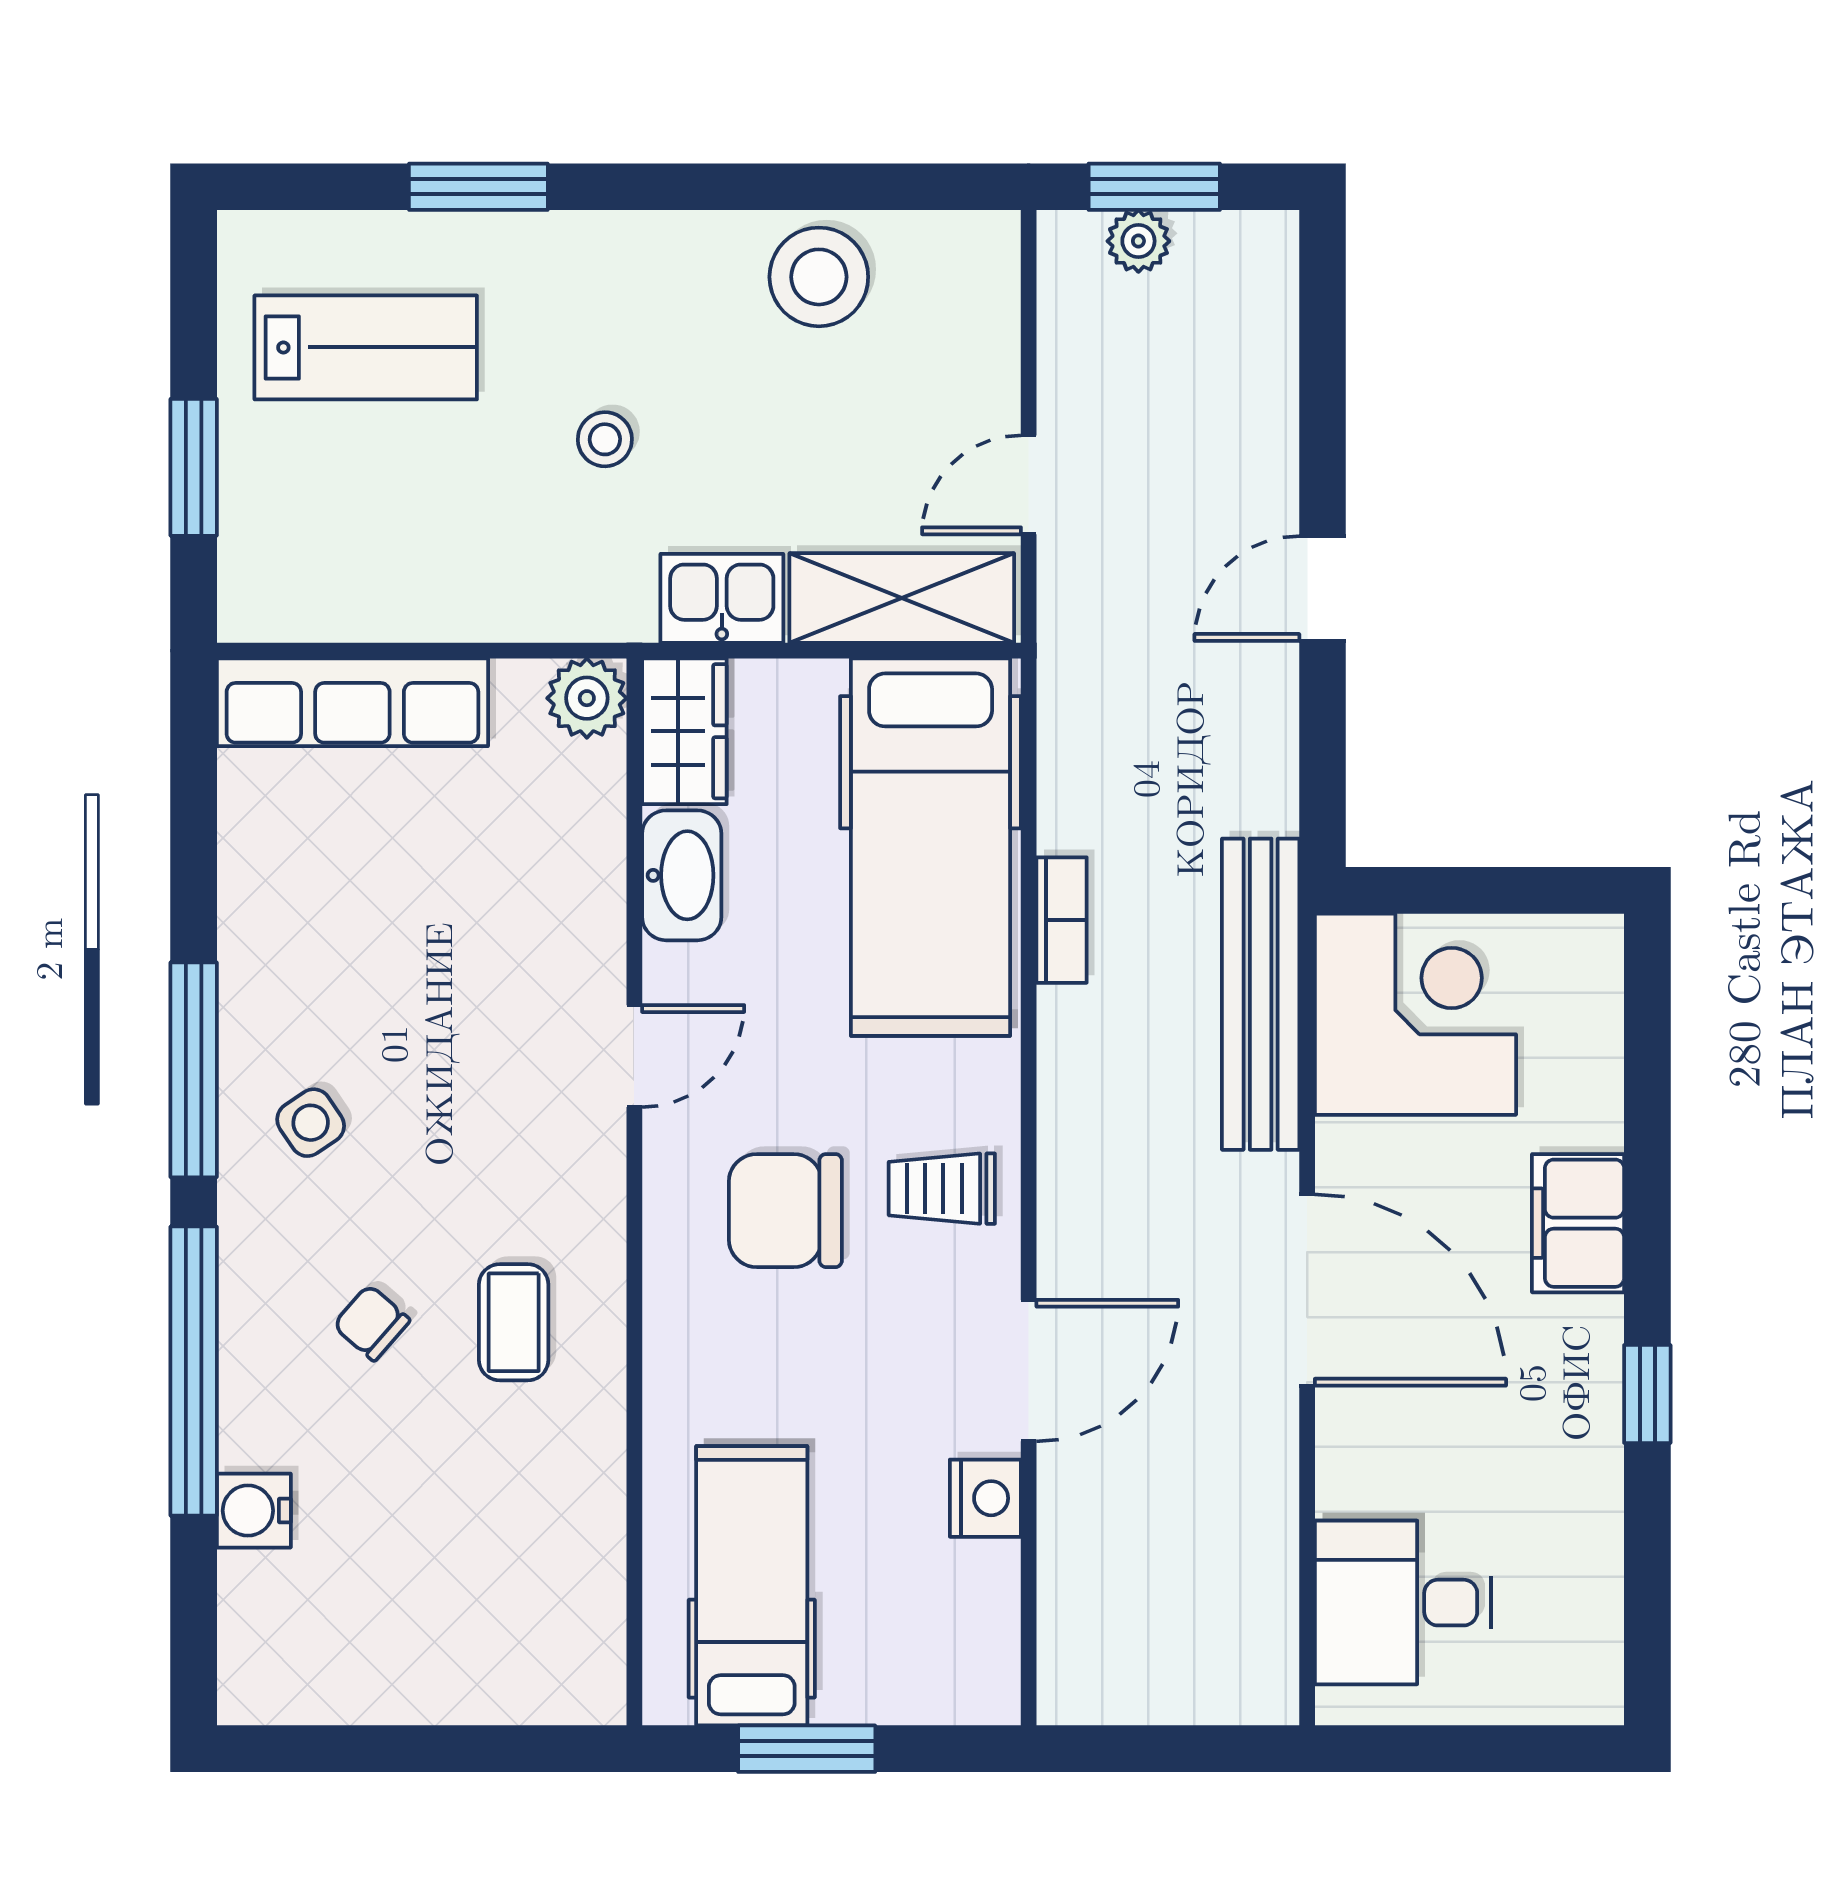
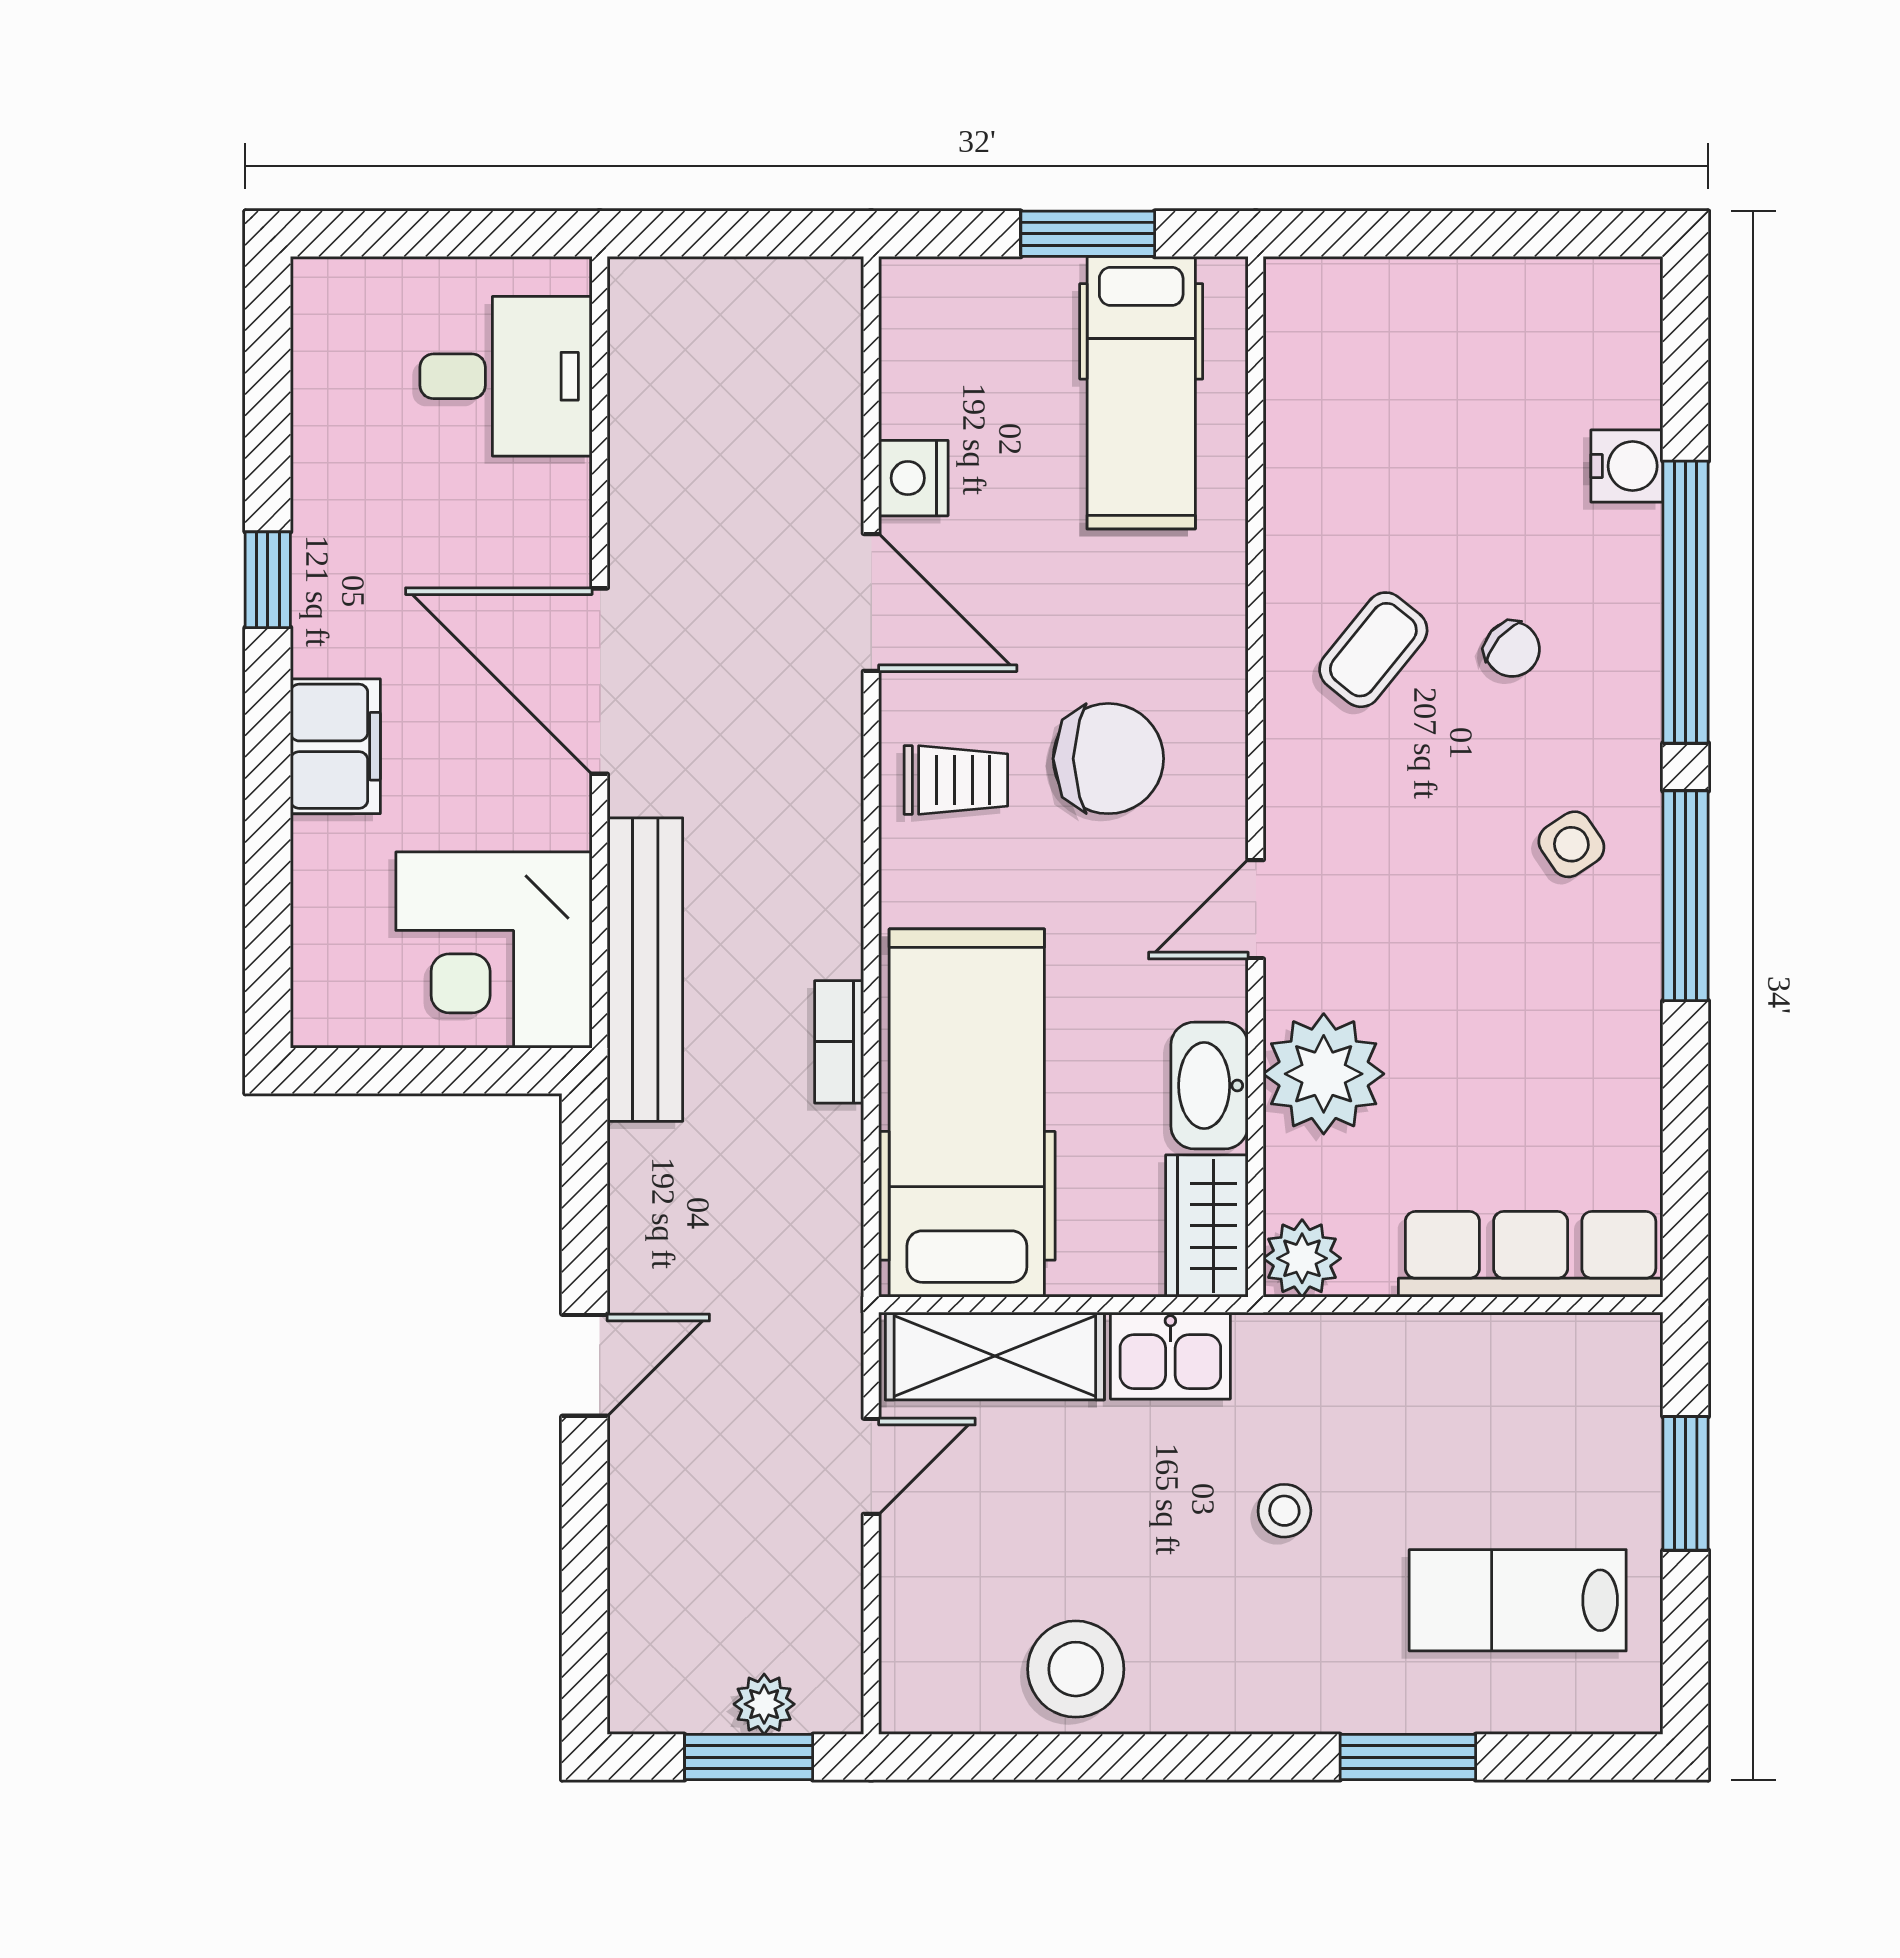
plant: (565, 887) -> (1324, 1074), added
coffee table: (514, 1322) -> (1373, 650), turned 39
door: (1029, 1371) -> (871, 602), swing flipped

